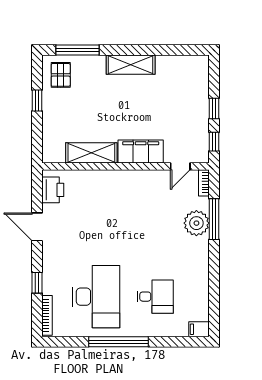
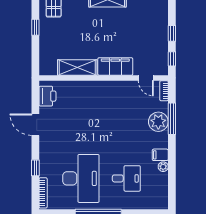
door: (180, 166) -> (146, 78), hinge flipped
plant: (203, 281) -> (163, 167), added
filing cabinet: (199, 329) -> (160, 155), moved

